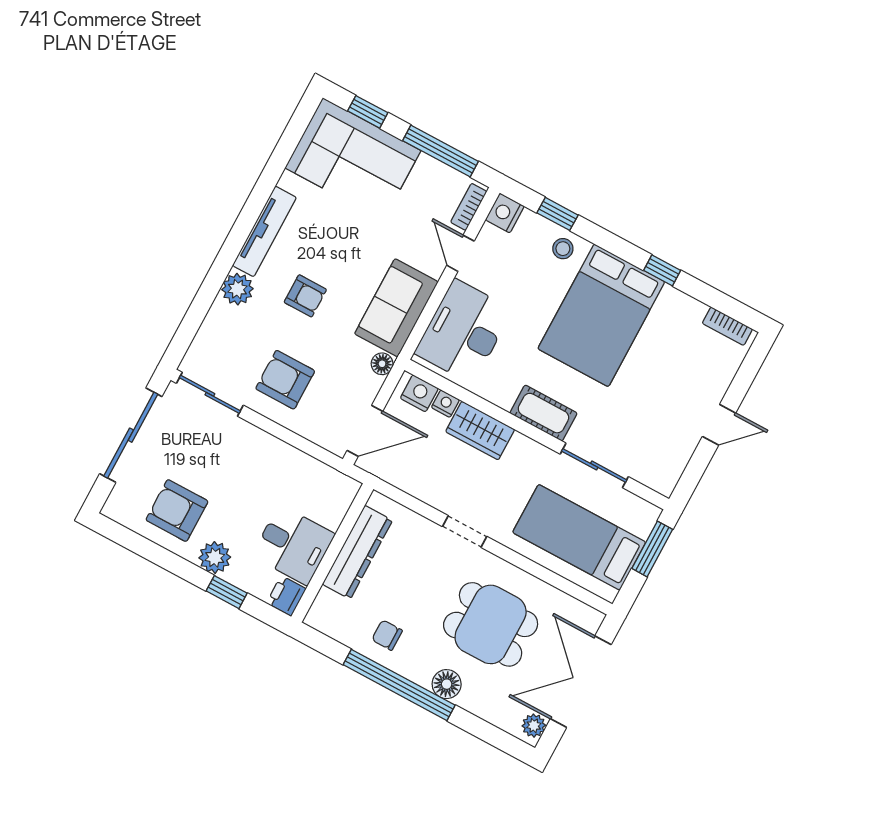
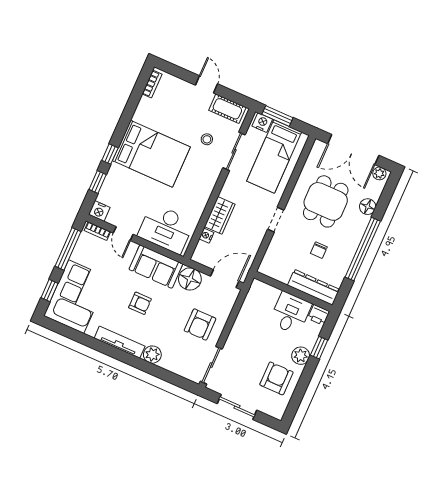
stool: (563, 249) -> (207, 139), moved
door: (461, 253) -> (123, 234), hinge flipped
window: (662, 270) -> (110, 154), moved
armchair: (305, 296) -> (140, 303), moved, turned 90
floor lamp: (382, 364) -> (190, 279), width x1.89, depth x1.89
nightstand: (419, 393) -> (262, 123), moved, turned 90
cot: (543, 413) -> (227, 109), moved, turned 90
door: (365, 431) -> (225, 279), hinge flipped
sliding door: (131, 435) -> (237, 407), width x0.73
armchair: (177, 511) -> (276, 378), turned 180
dresser: (357, 552) -> (313, 287), moved
chair: (387, 635) -> (319, 250), moved
floor lamp: (447, 684) -> (368, 207), moved

